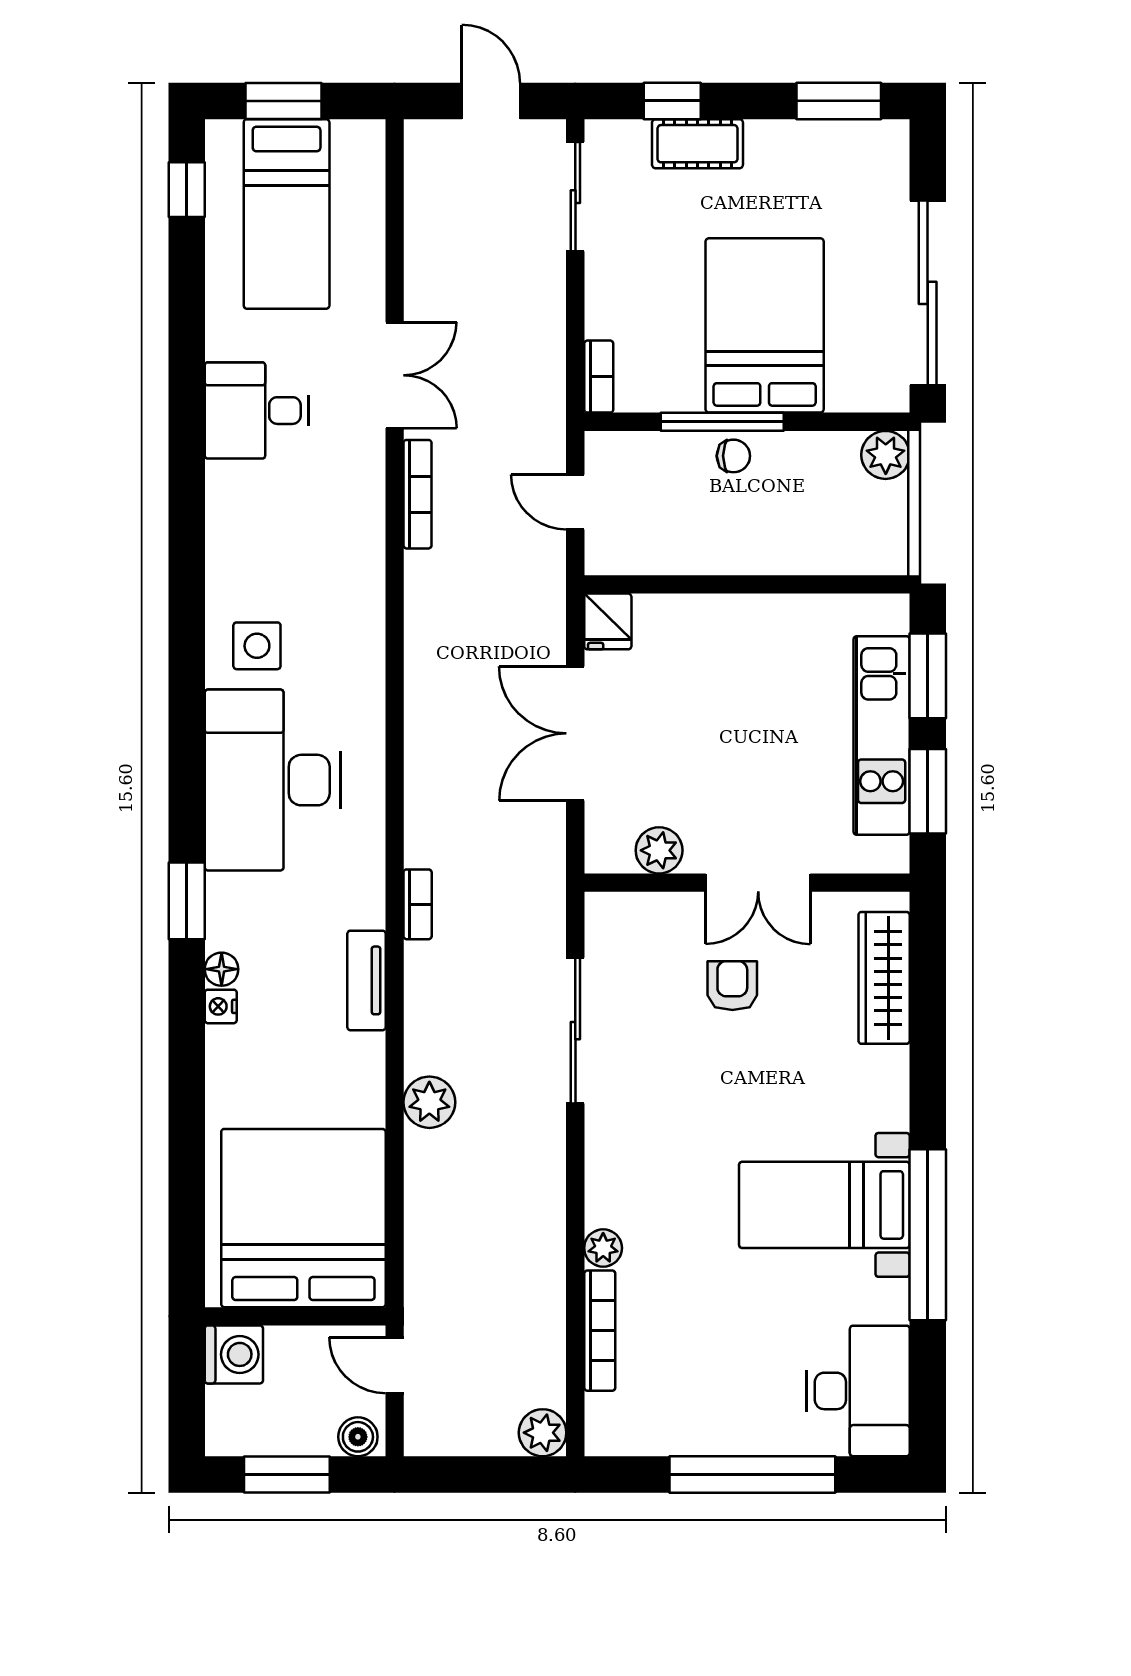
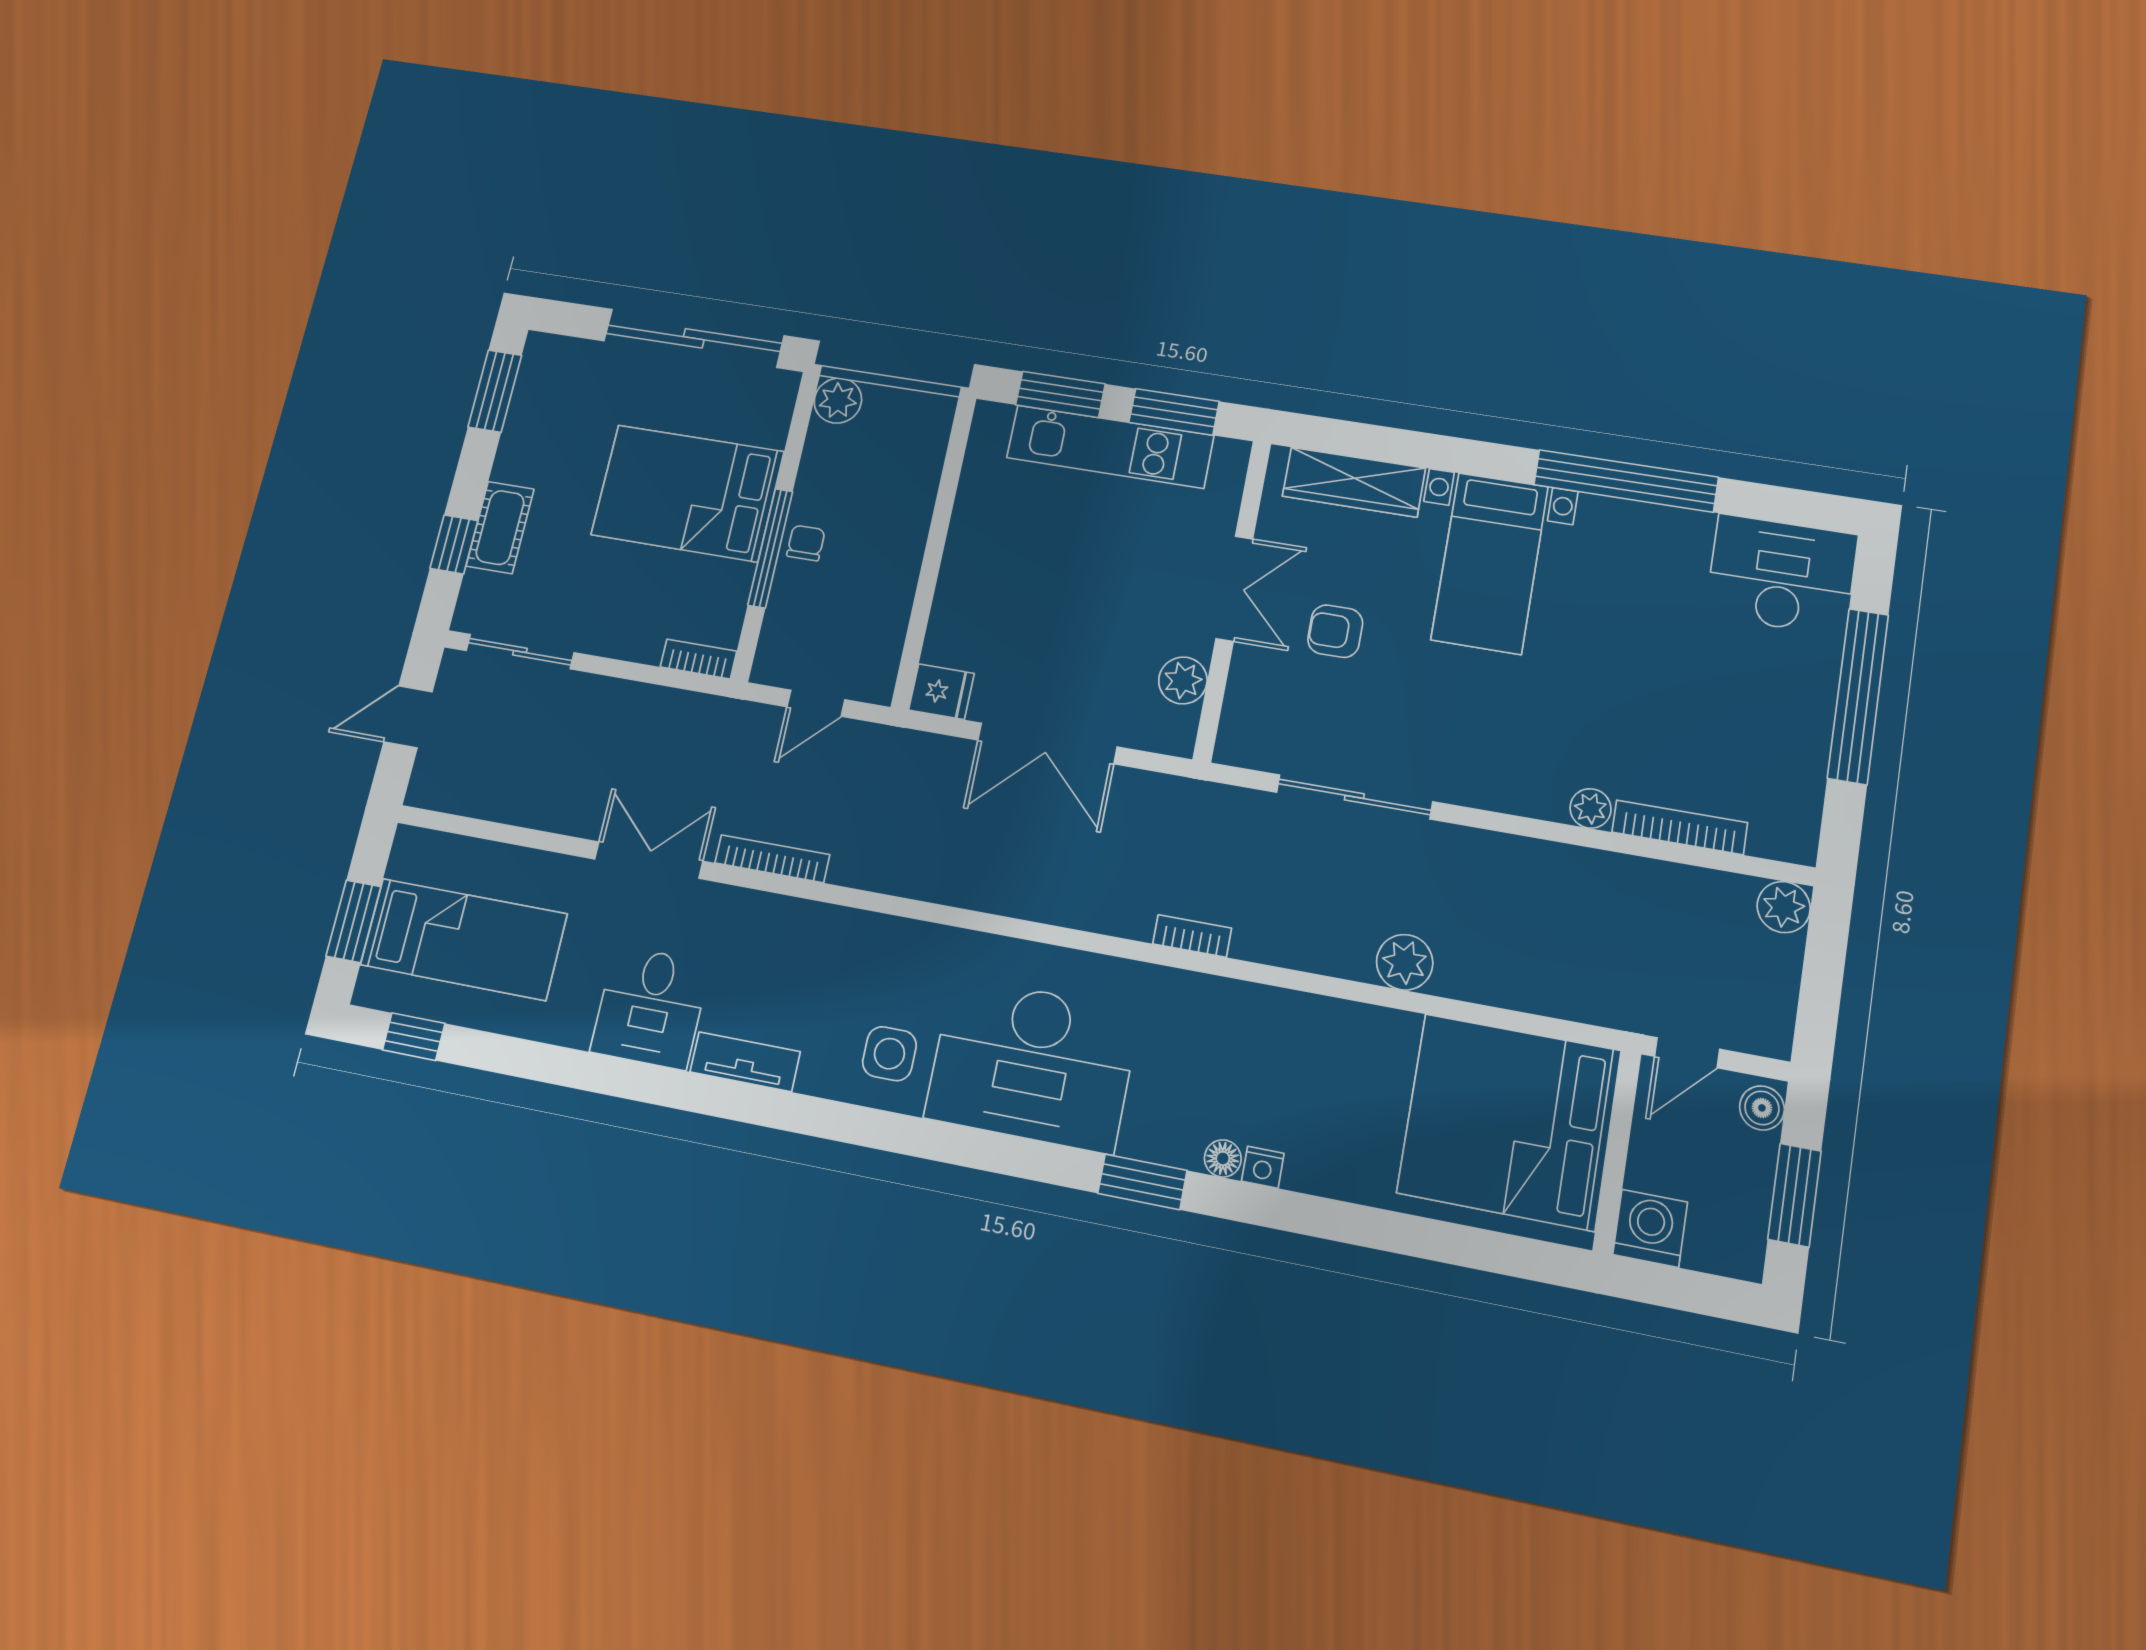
tv unit: (366, 980) -> (745, 1062), moved, turned 180
bed with nightstands: (824, 1205) -> (1490, 563), moved

